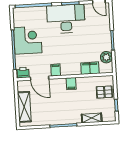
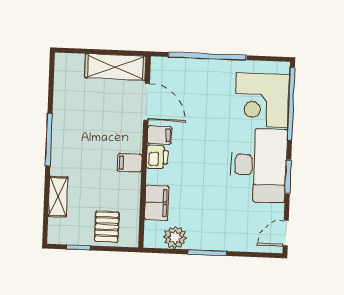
corner desk: (28, 40) -> (262, 100), moved, turned 90
printer: (23, 73) -> (157, 157), moved
door: (40, 78) -> (147, 102), swing flipped
shelving: (24, 107) -> (115, 67), moved

